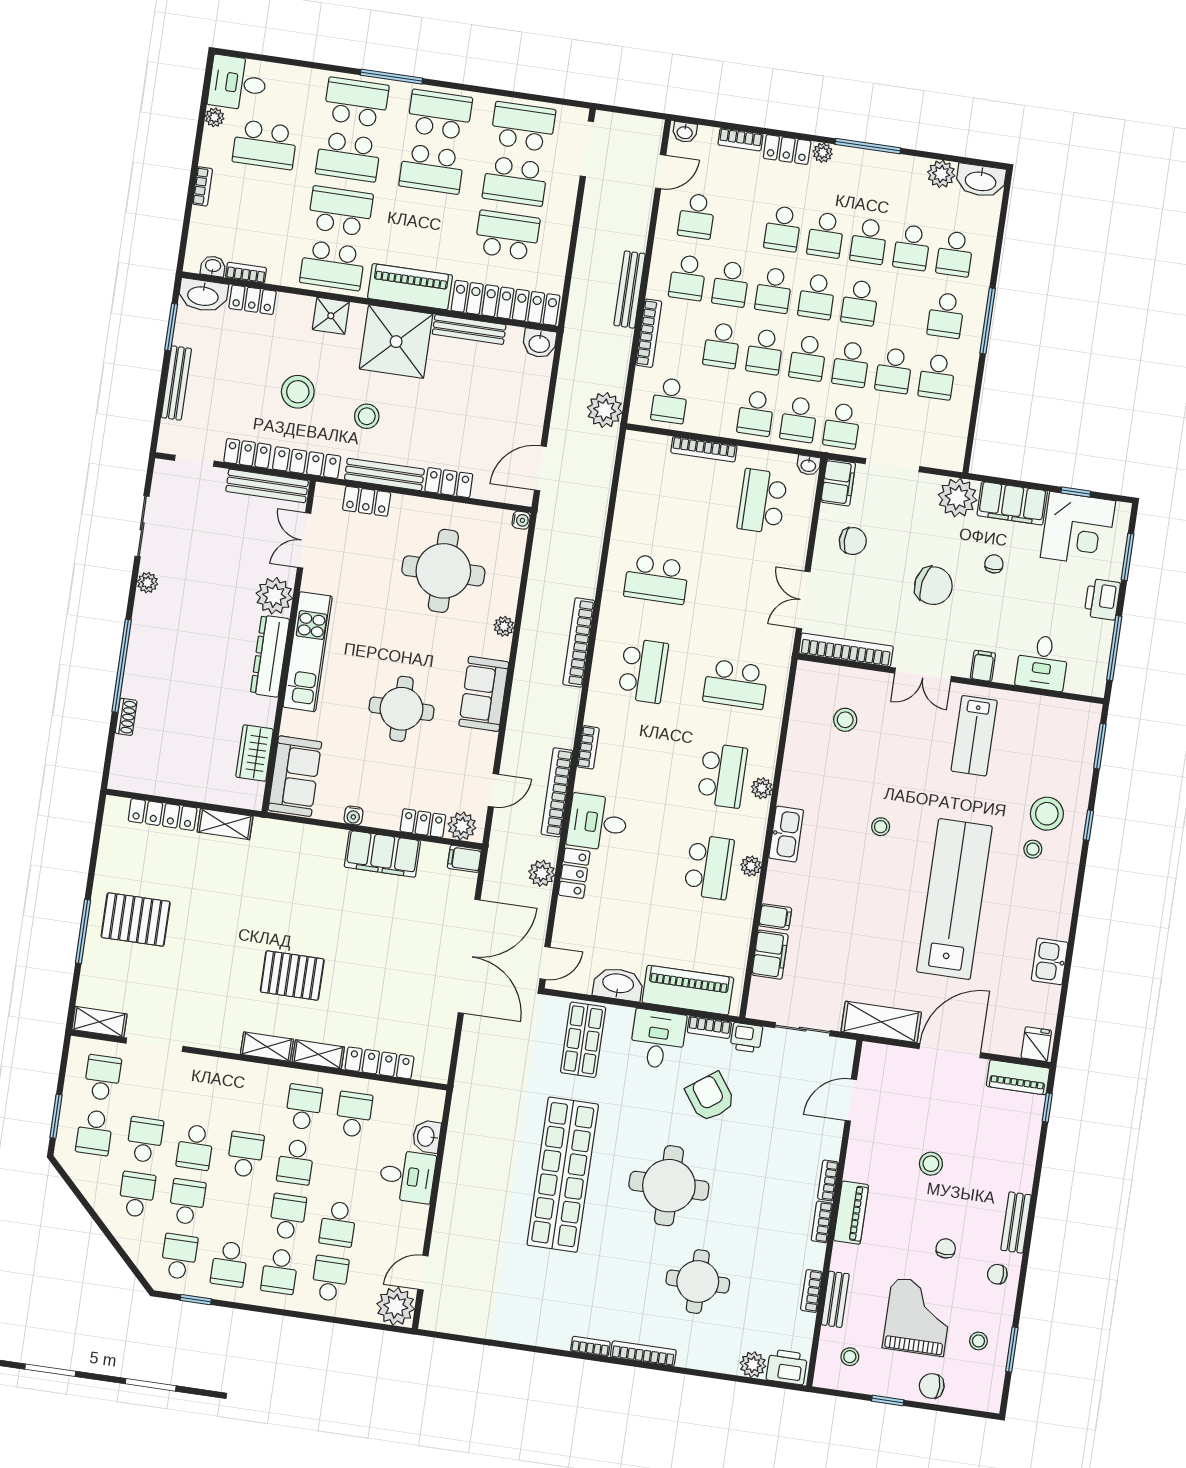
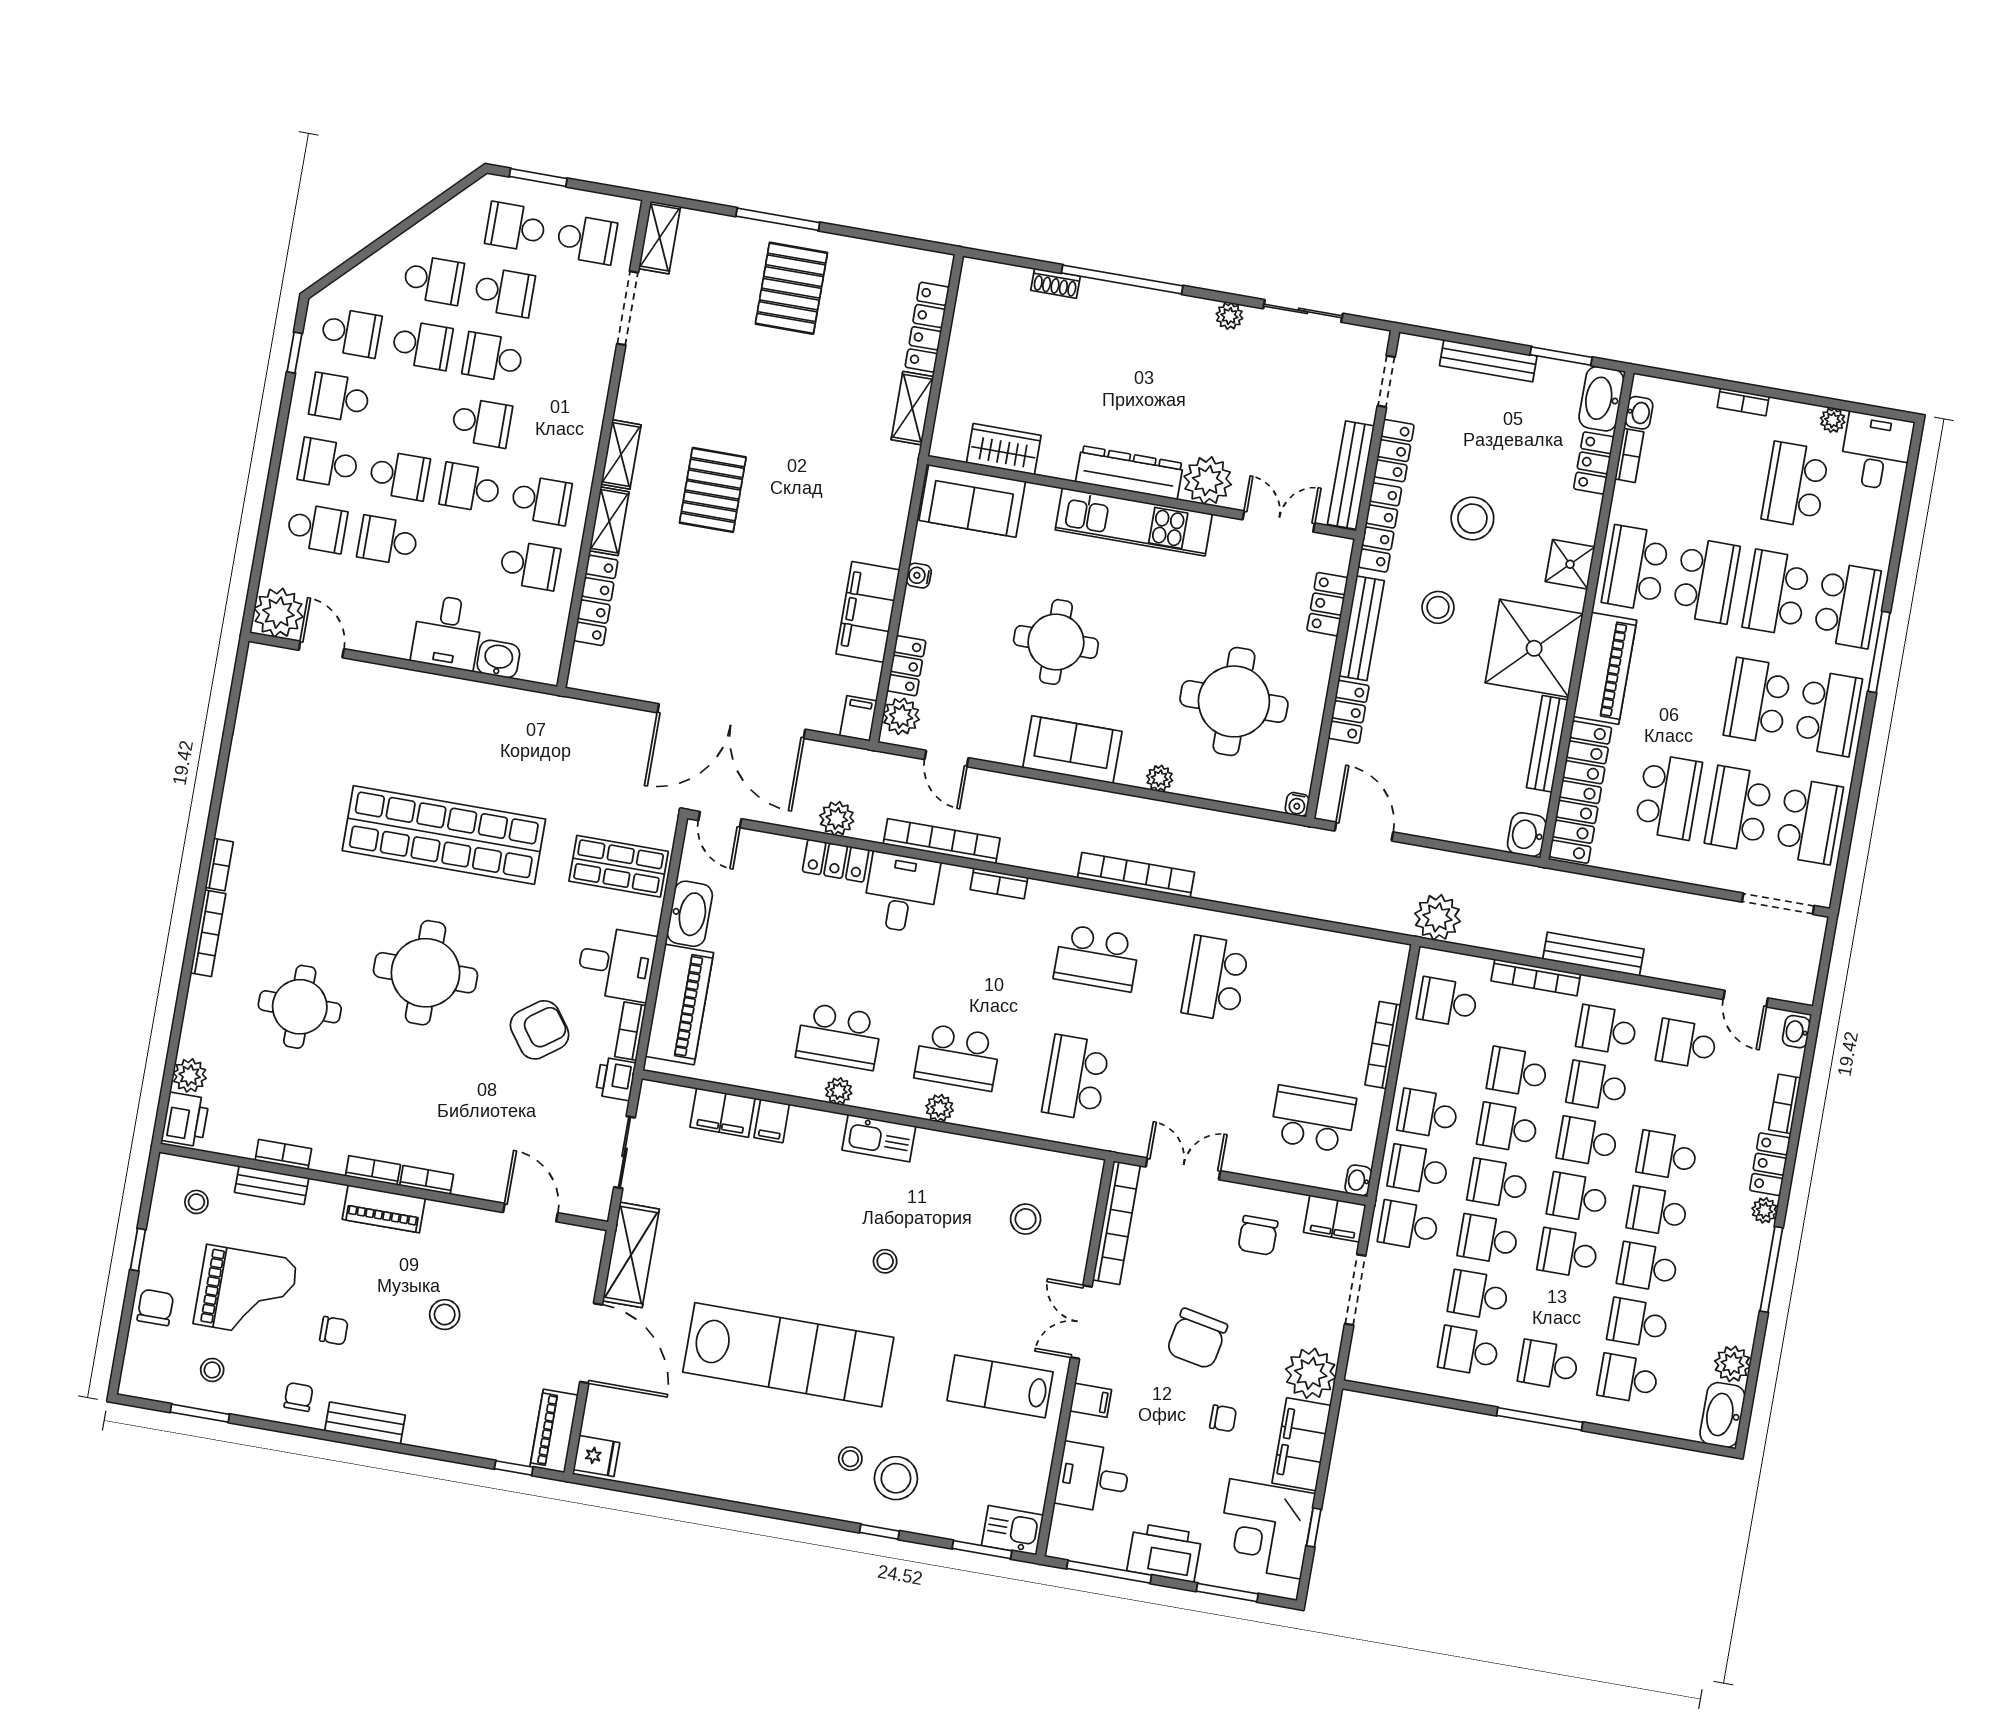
printer: (1102, 599) -> (1164, 1553), width x1.37, depth x1.19
kitchen sink: (1050, 961) -> (1012, 1530), moved

